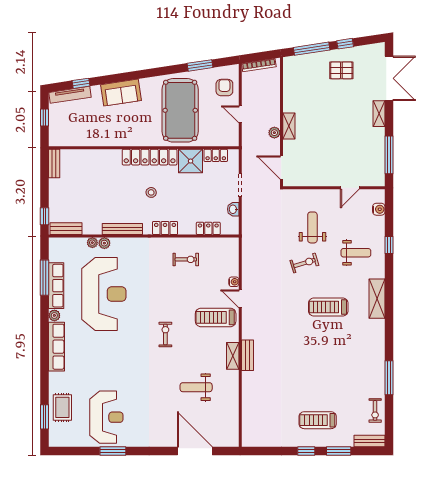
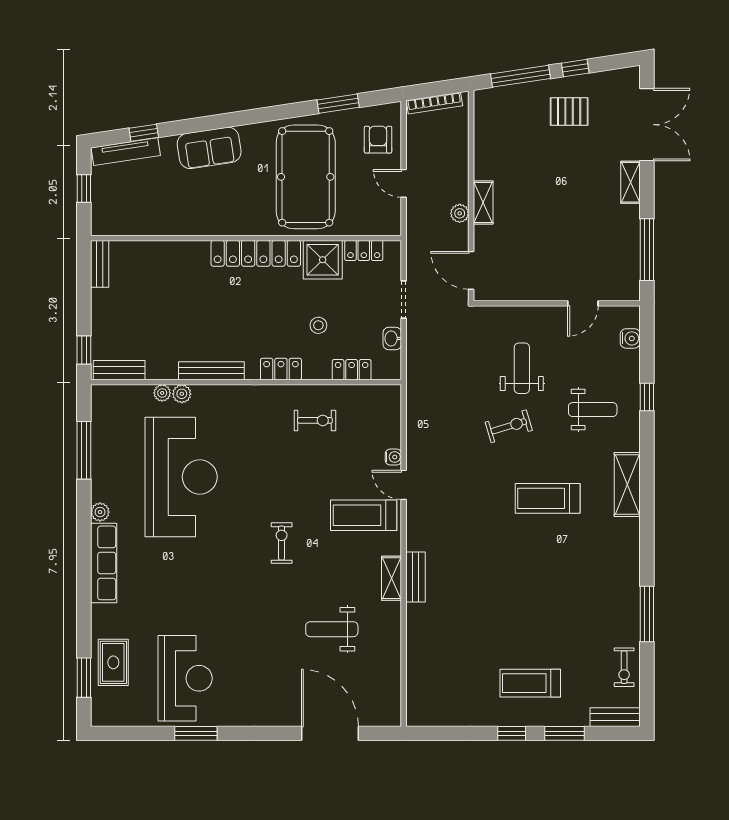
stool: (151, 192) -> (318, 325), moved
row of seats: (56, 286) -> (103, 463), removed

